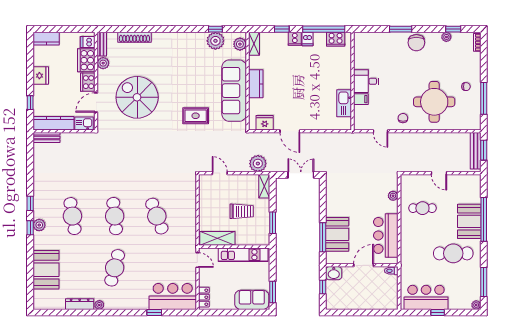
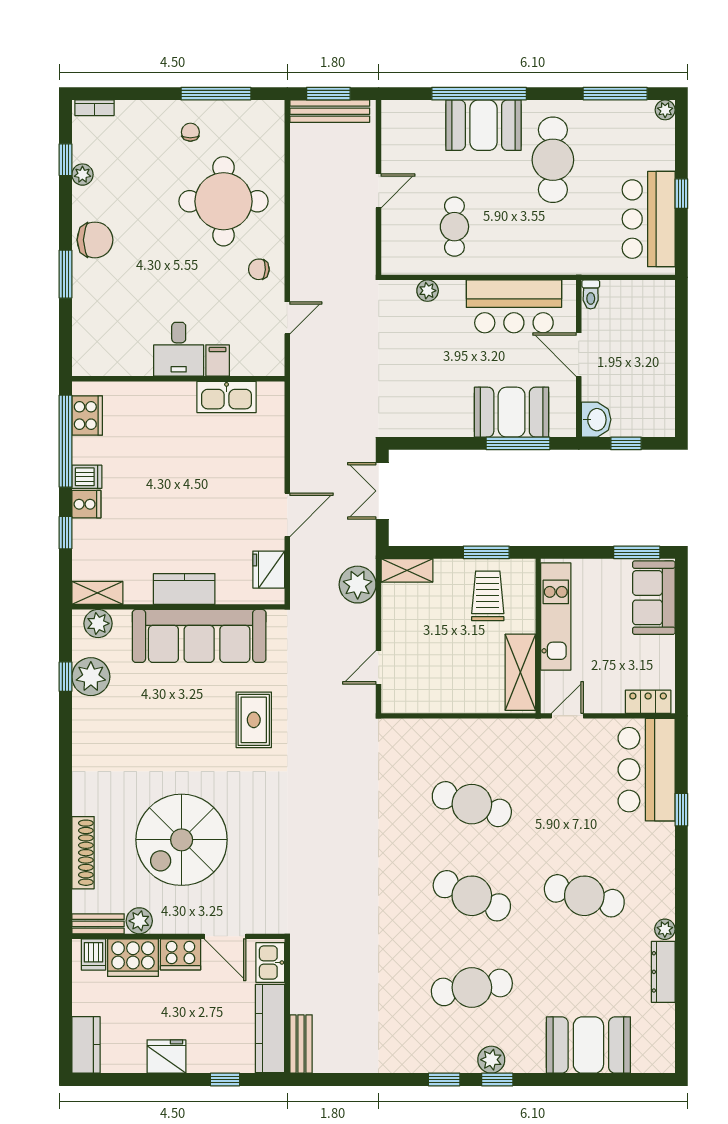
spiral stairs: (137, 97) -> (182, 840), moved
trolley: (242, 211) -> (488, 596), moved
cafe table: (115, 216) -> (472, 896), turned 30
cafe table: (157, 216) -> (472, 804), turned 39

